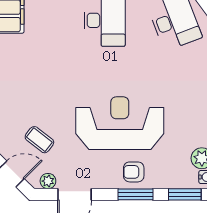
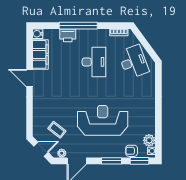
armchair: (134, 172) -> (132, 151), moved

